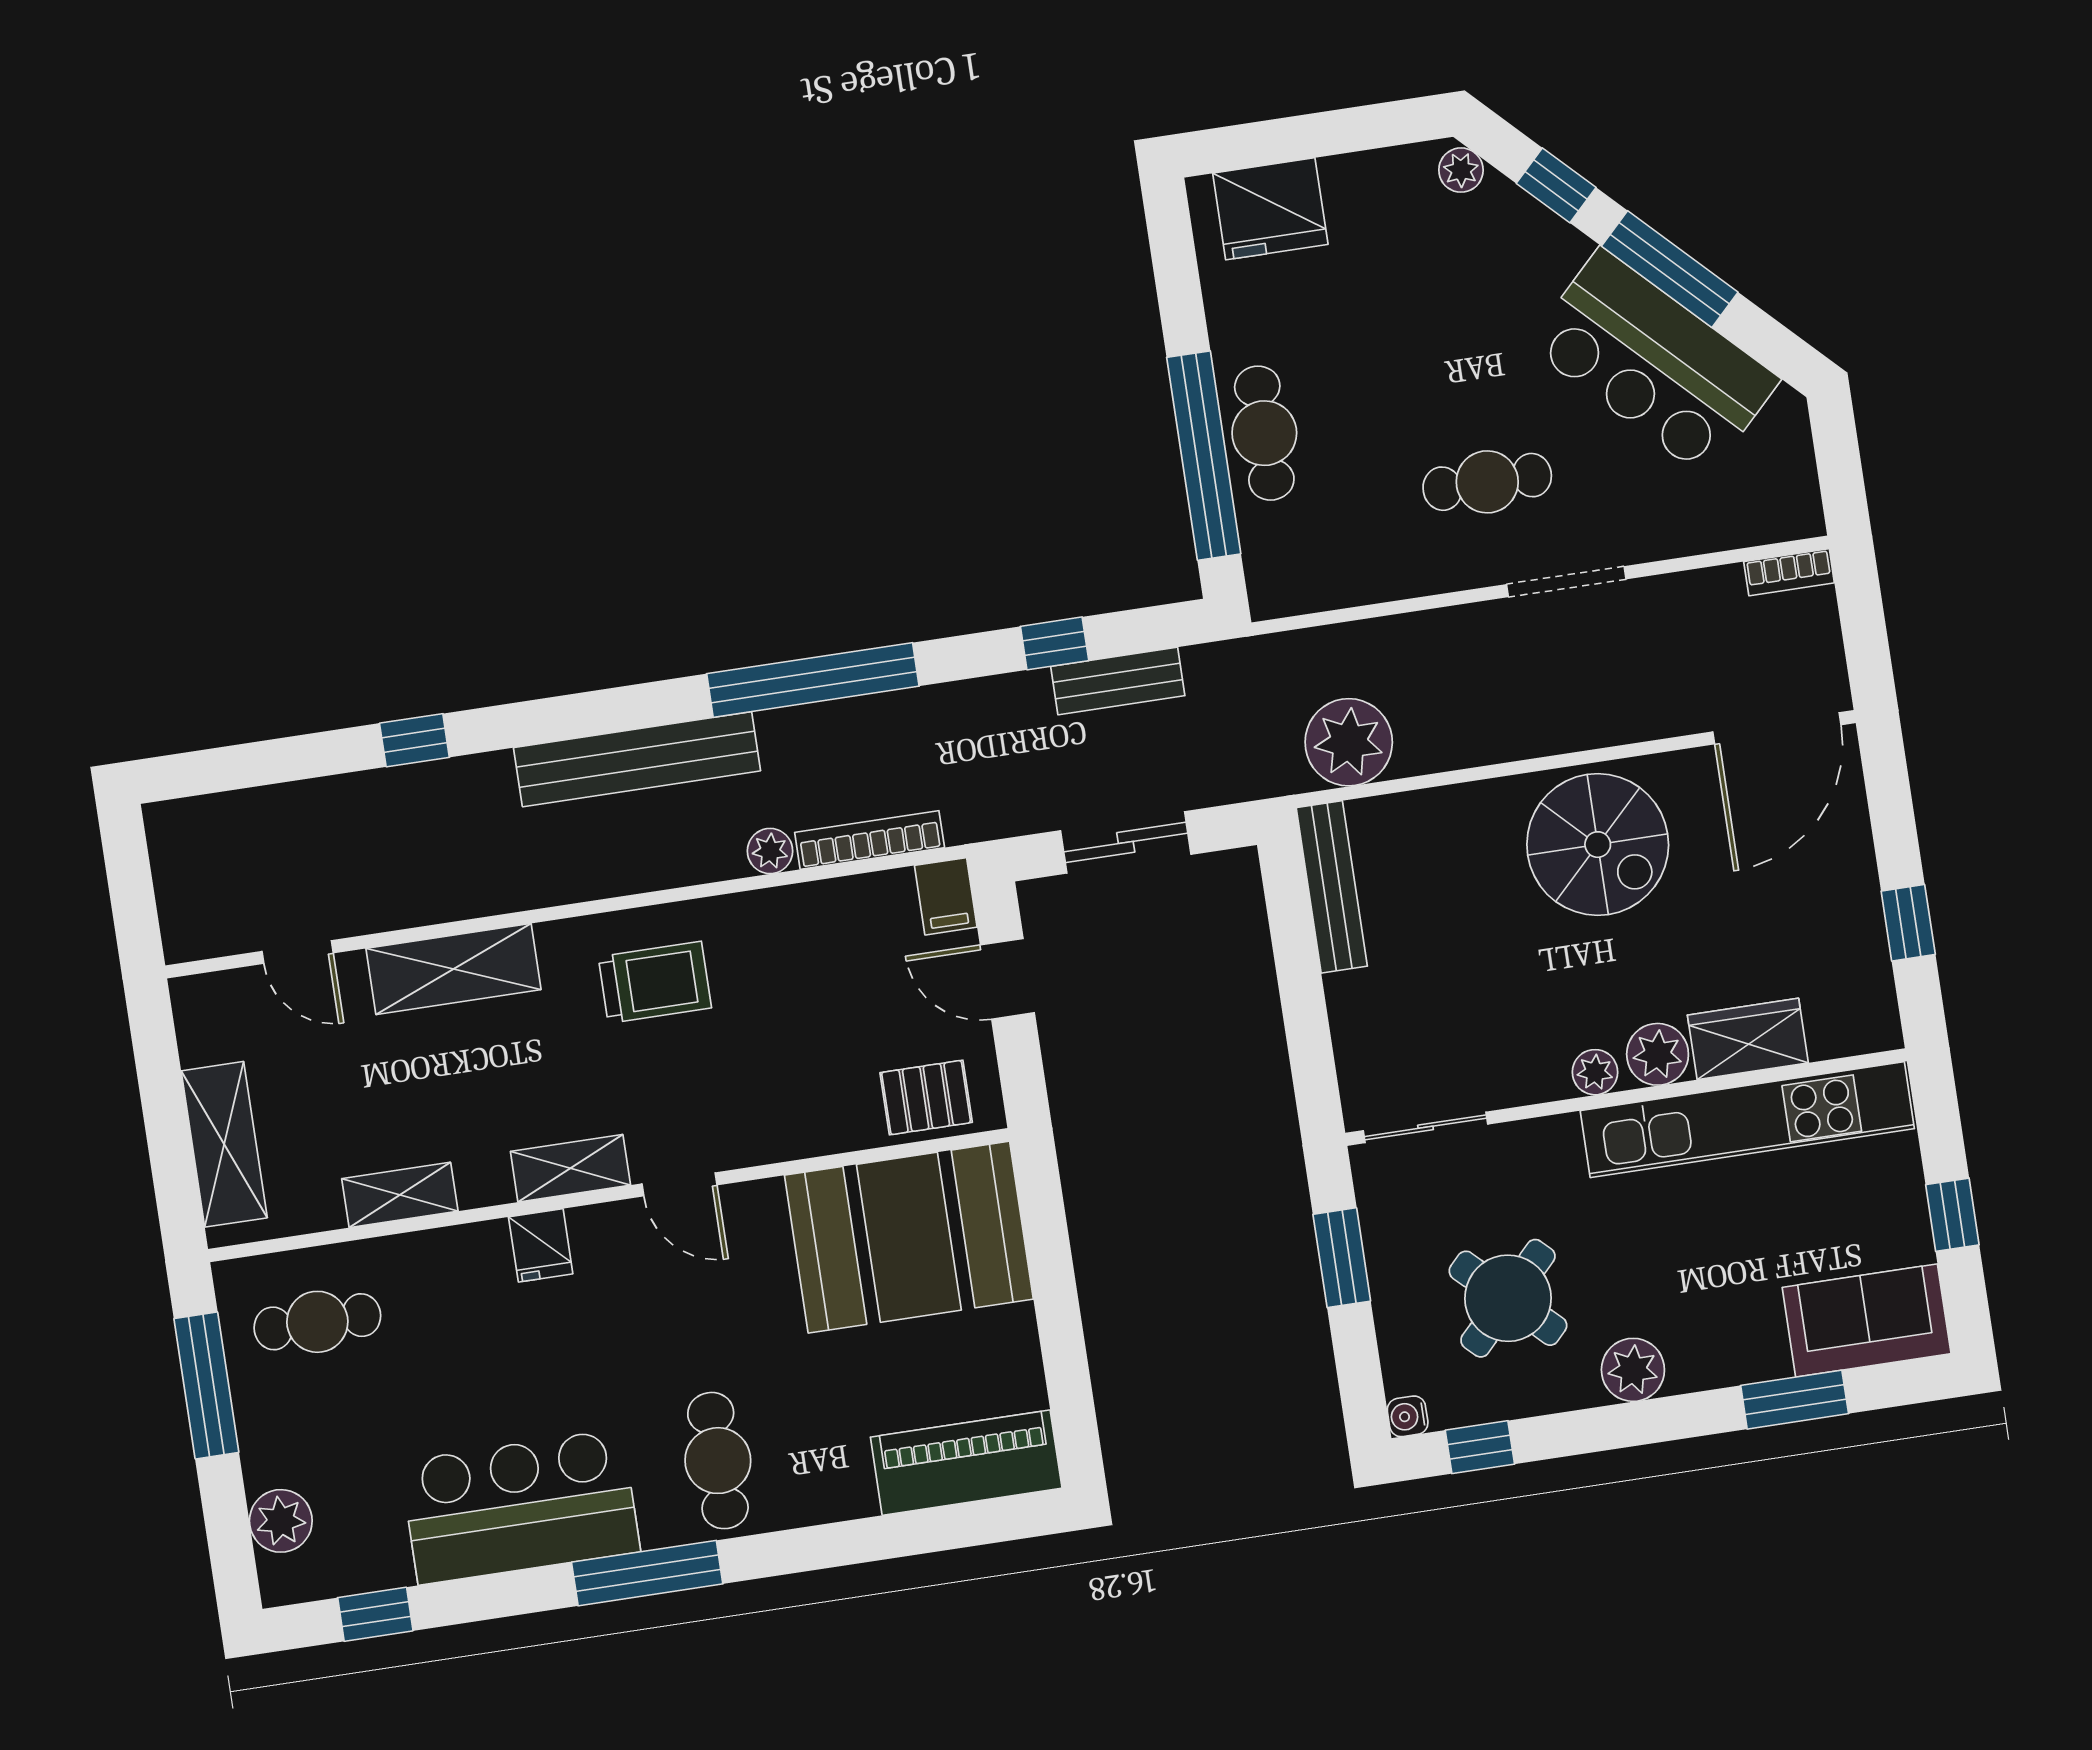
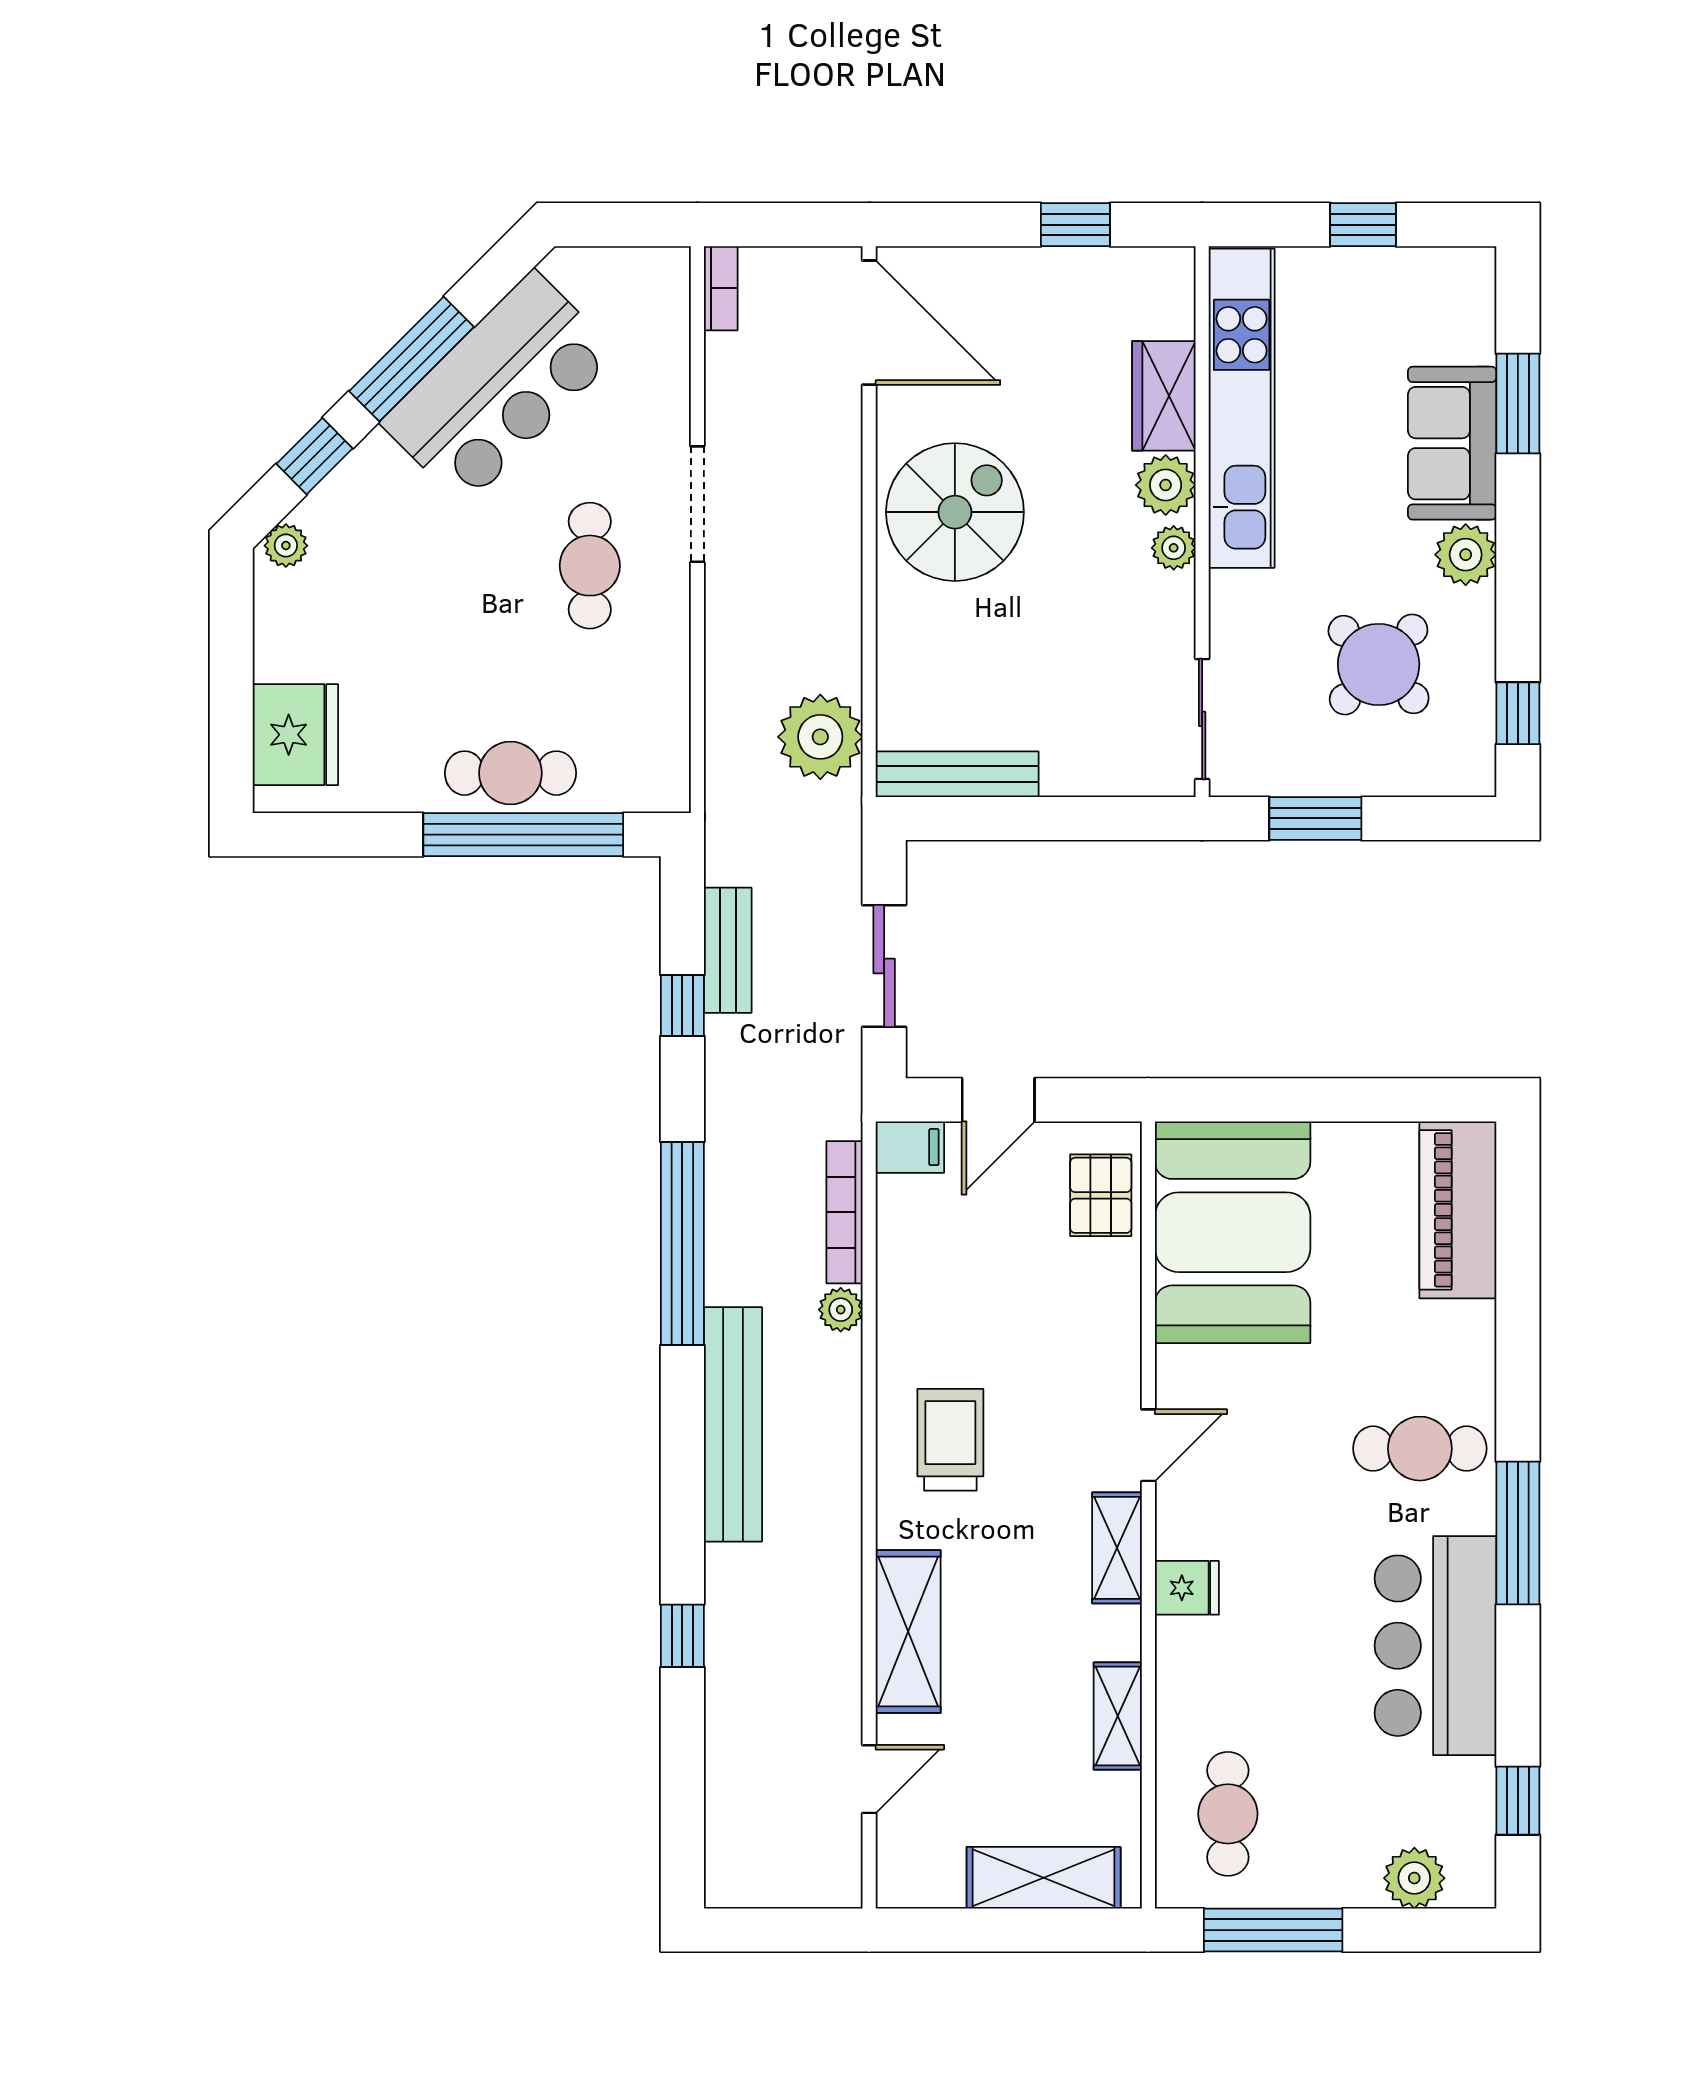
sofa: (1867, 1320) -> (1452, 443), moved
water cooler: (1408, 1416) -> (1478, 778), removed

